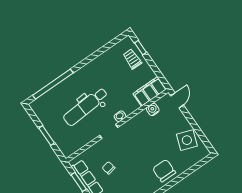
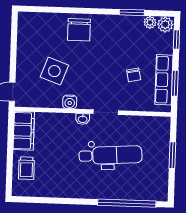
window: (140, 48) -> (9, 174), removed
filing cabinet: (150, 91) -> (24, 131), moved, turned -90
water cooler: (153, 109) -> (70, 102), moved
side table: (187, 140) -> (54, 71), moved

